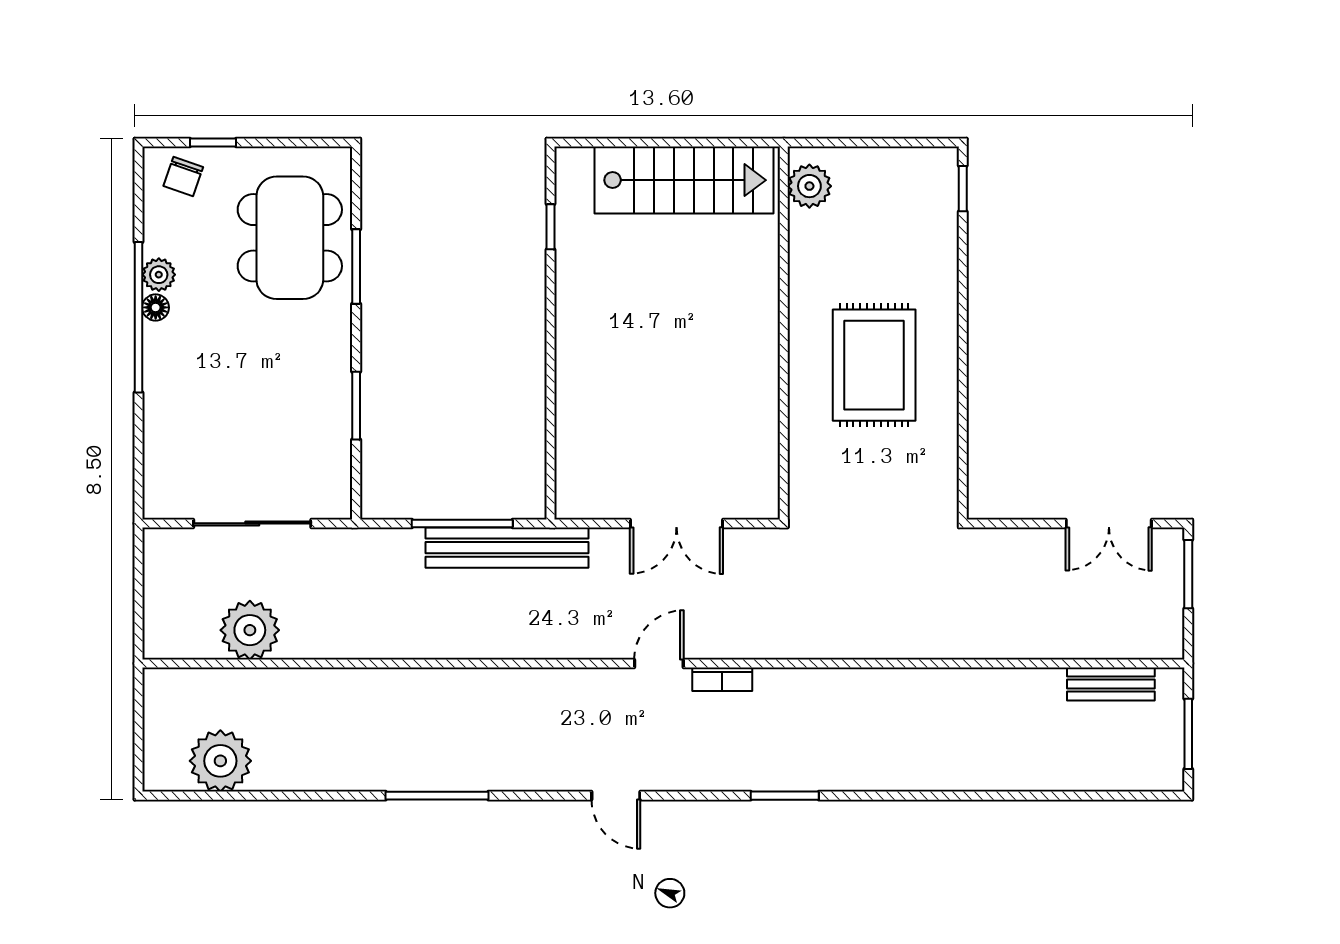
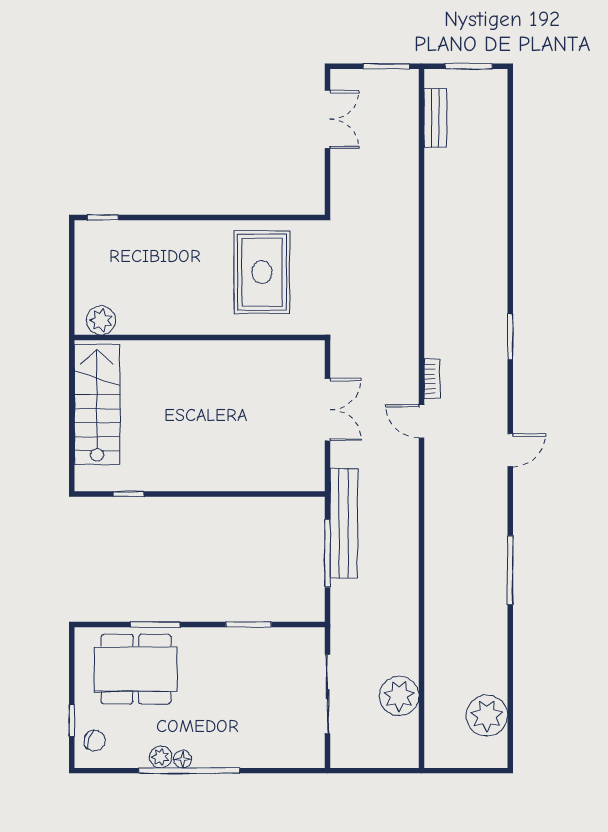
rug: (874, 365) -> (262, 272), moved, turned 90
window: (1188, 574) -> (386, 66), moved

